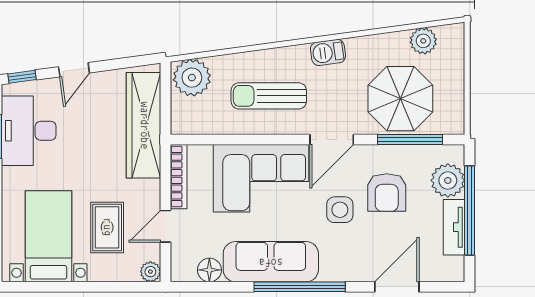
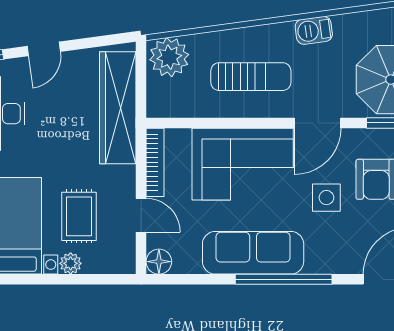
sun lounger: (269, 96) -> (251, 77), turned 180
door: (165, 226) -> (141, 215), swing flipped
floor lamp: (209, 270) -> (159, 262), moved
plant: (150, 272) -> (71, 263), moved

